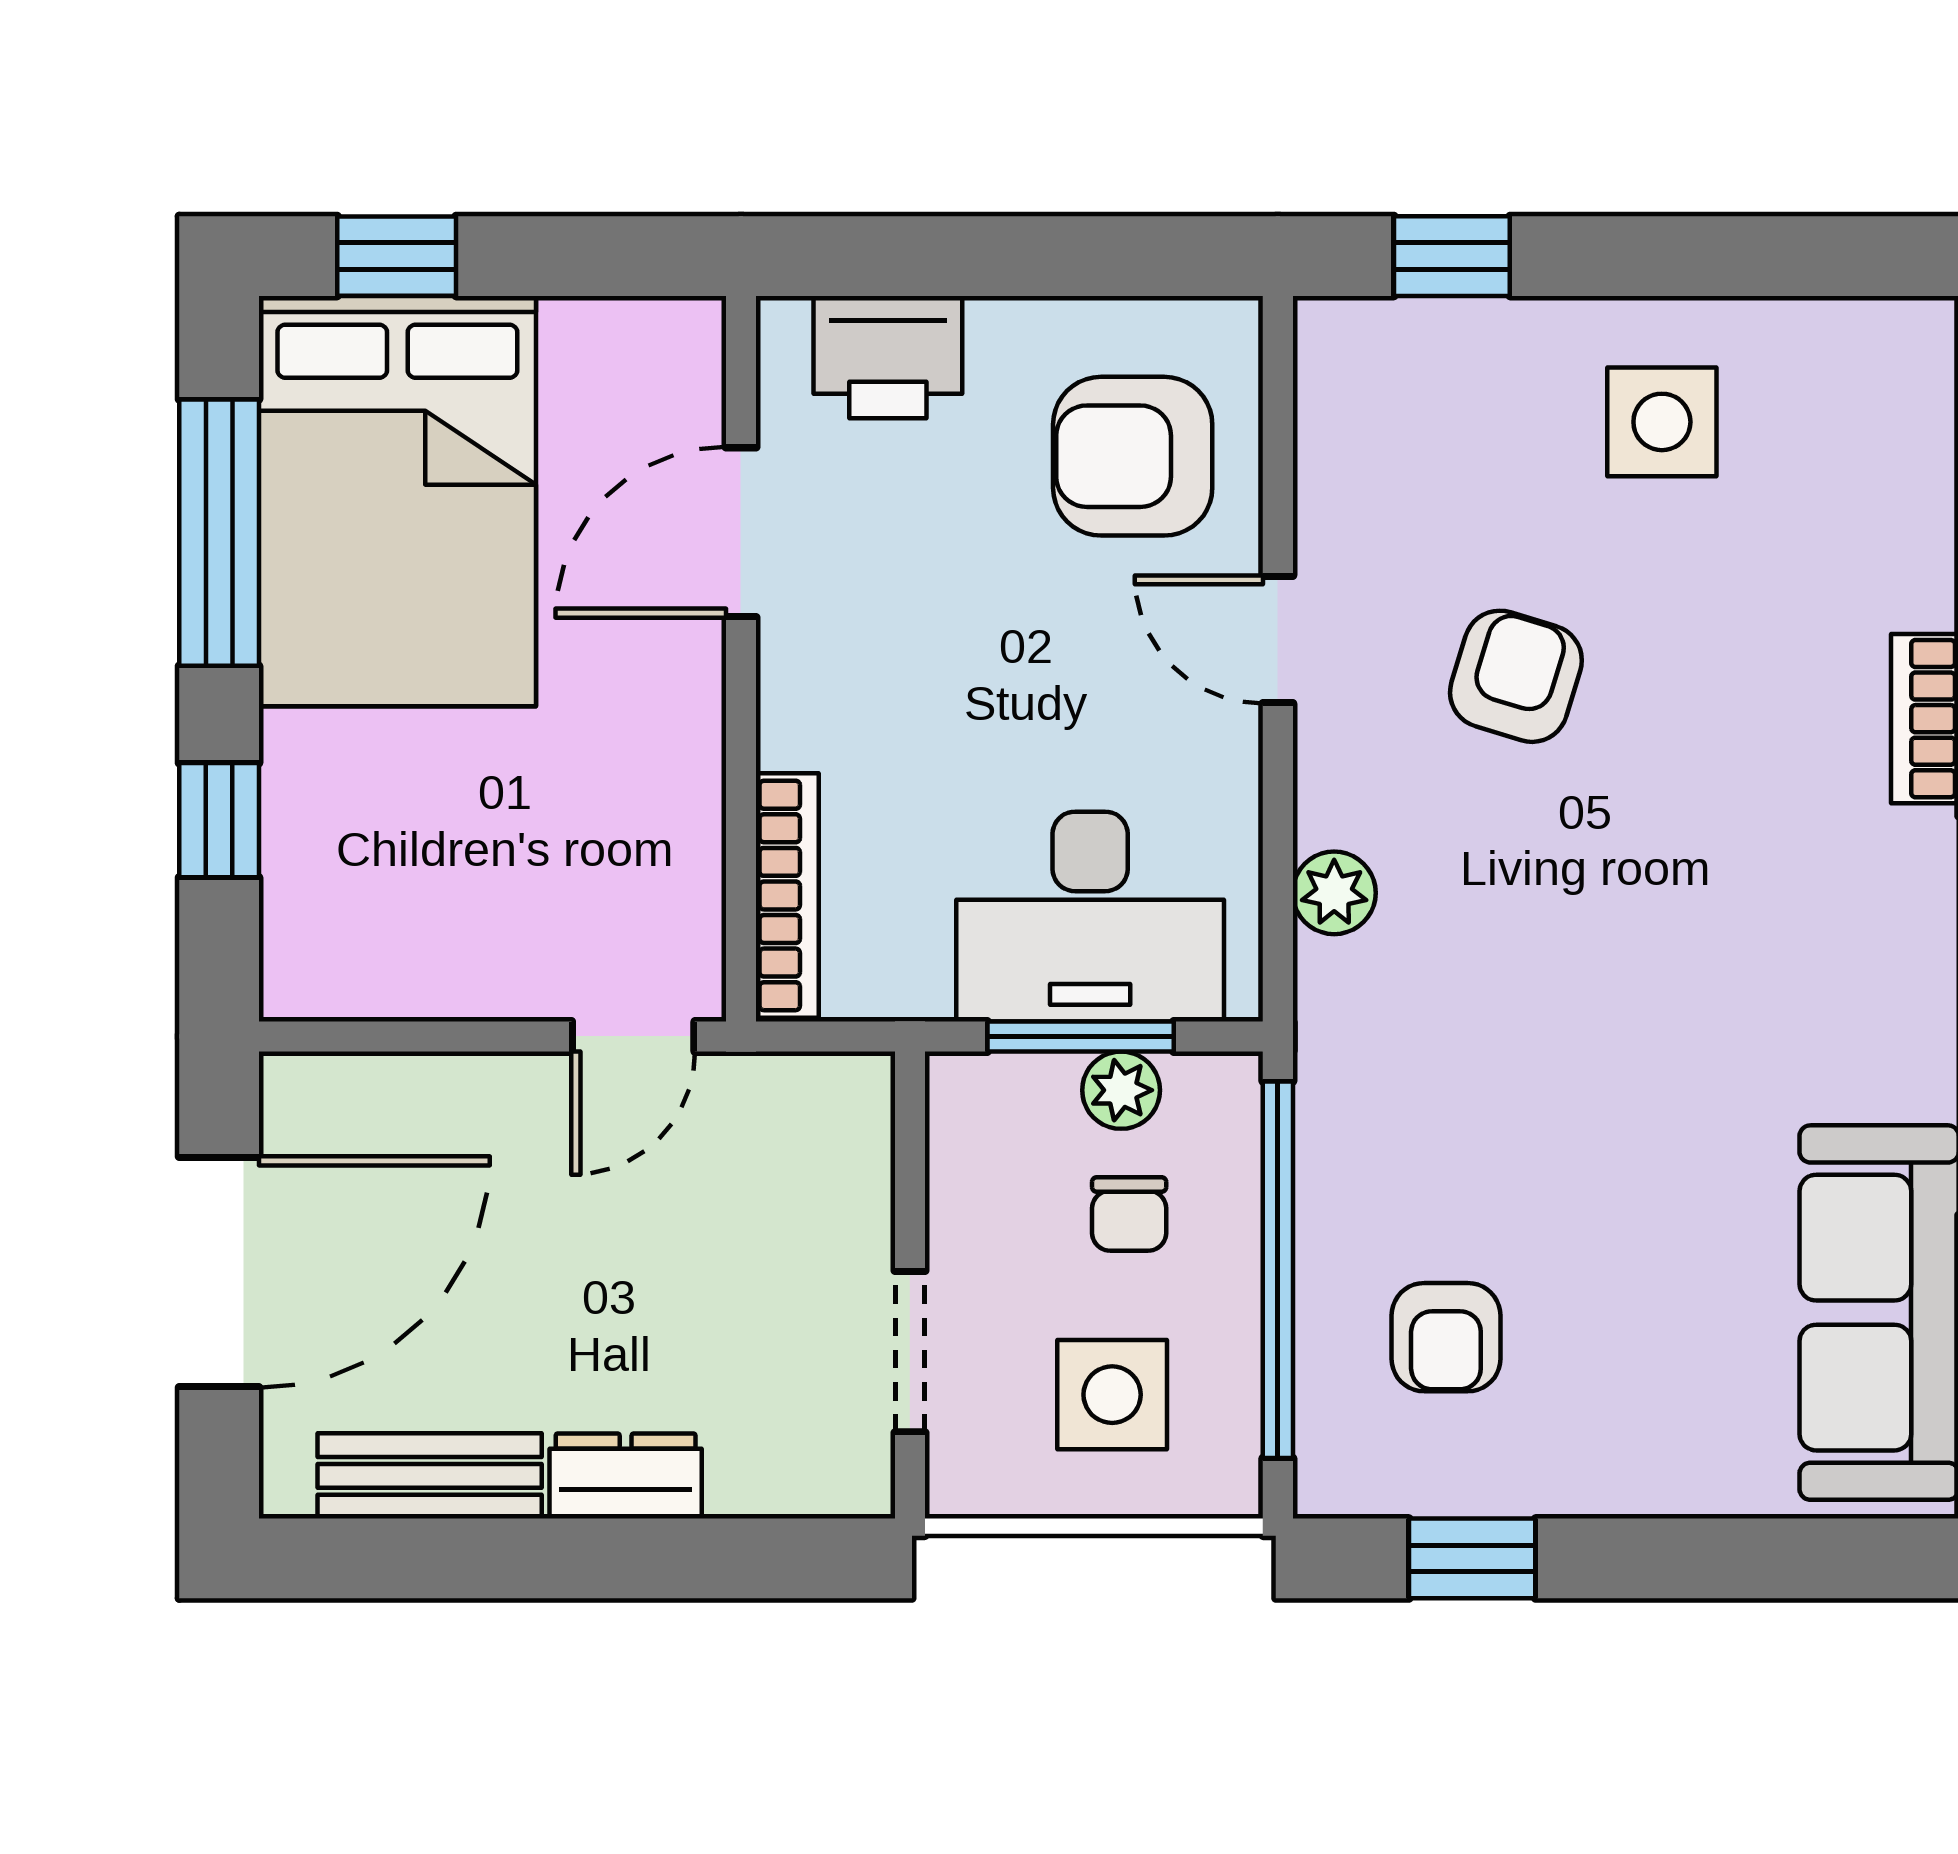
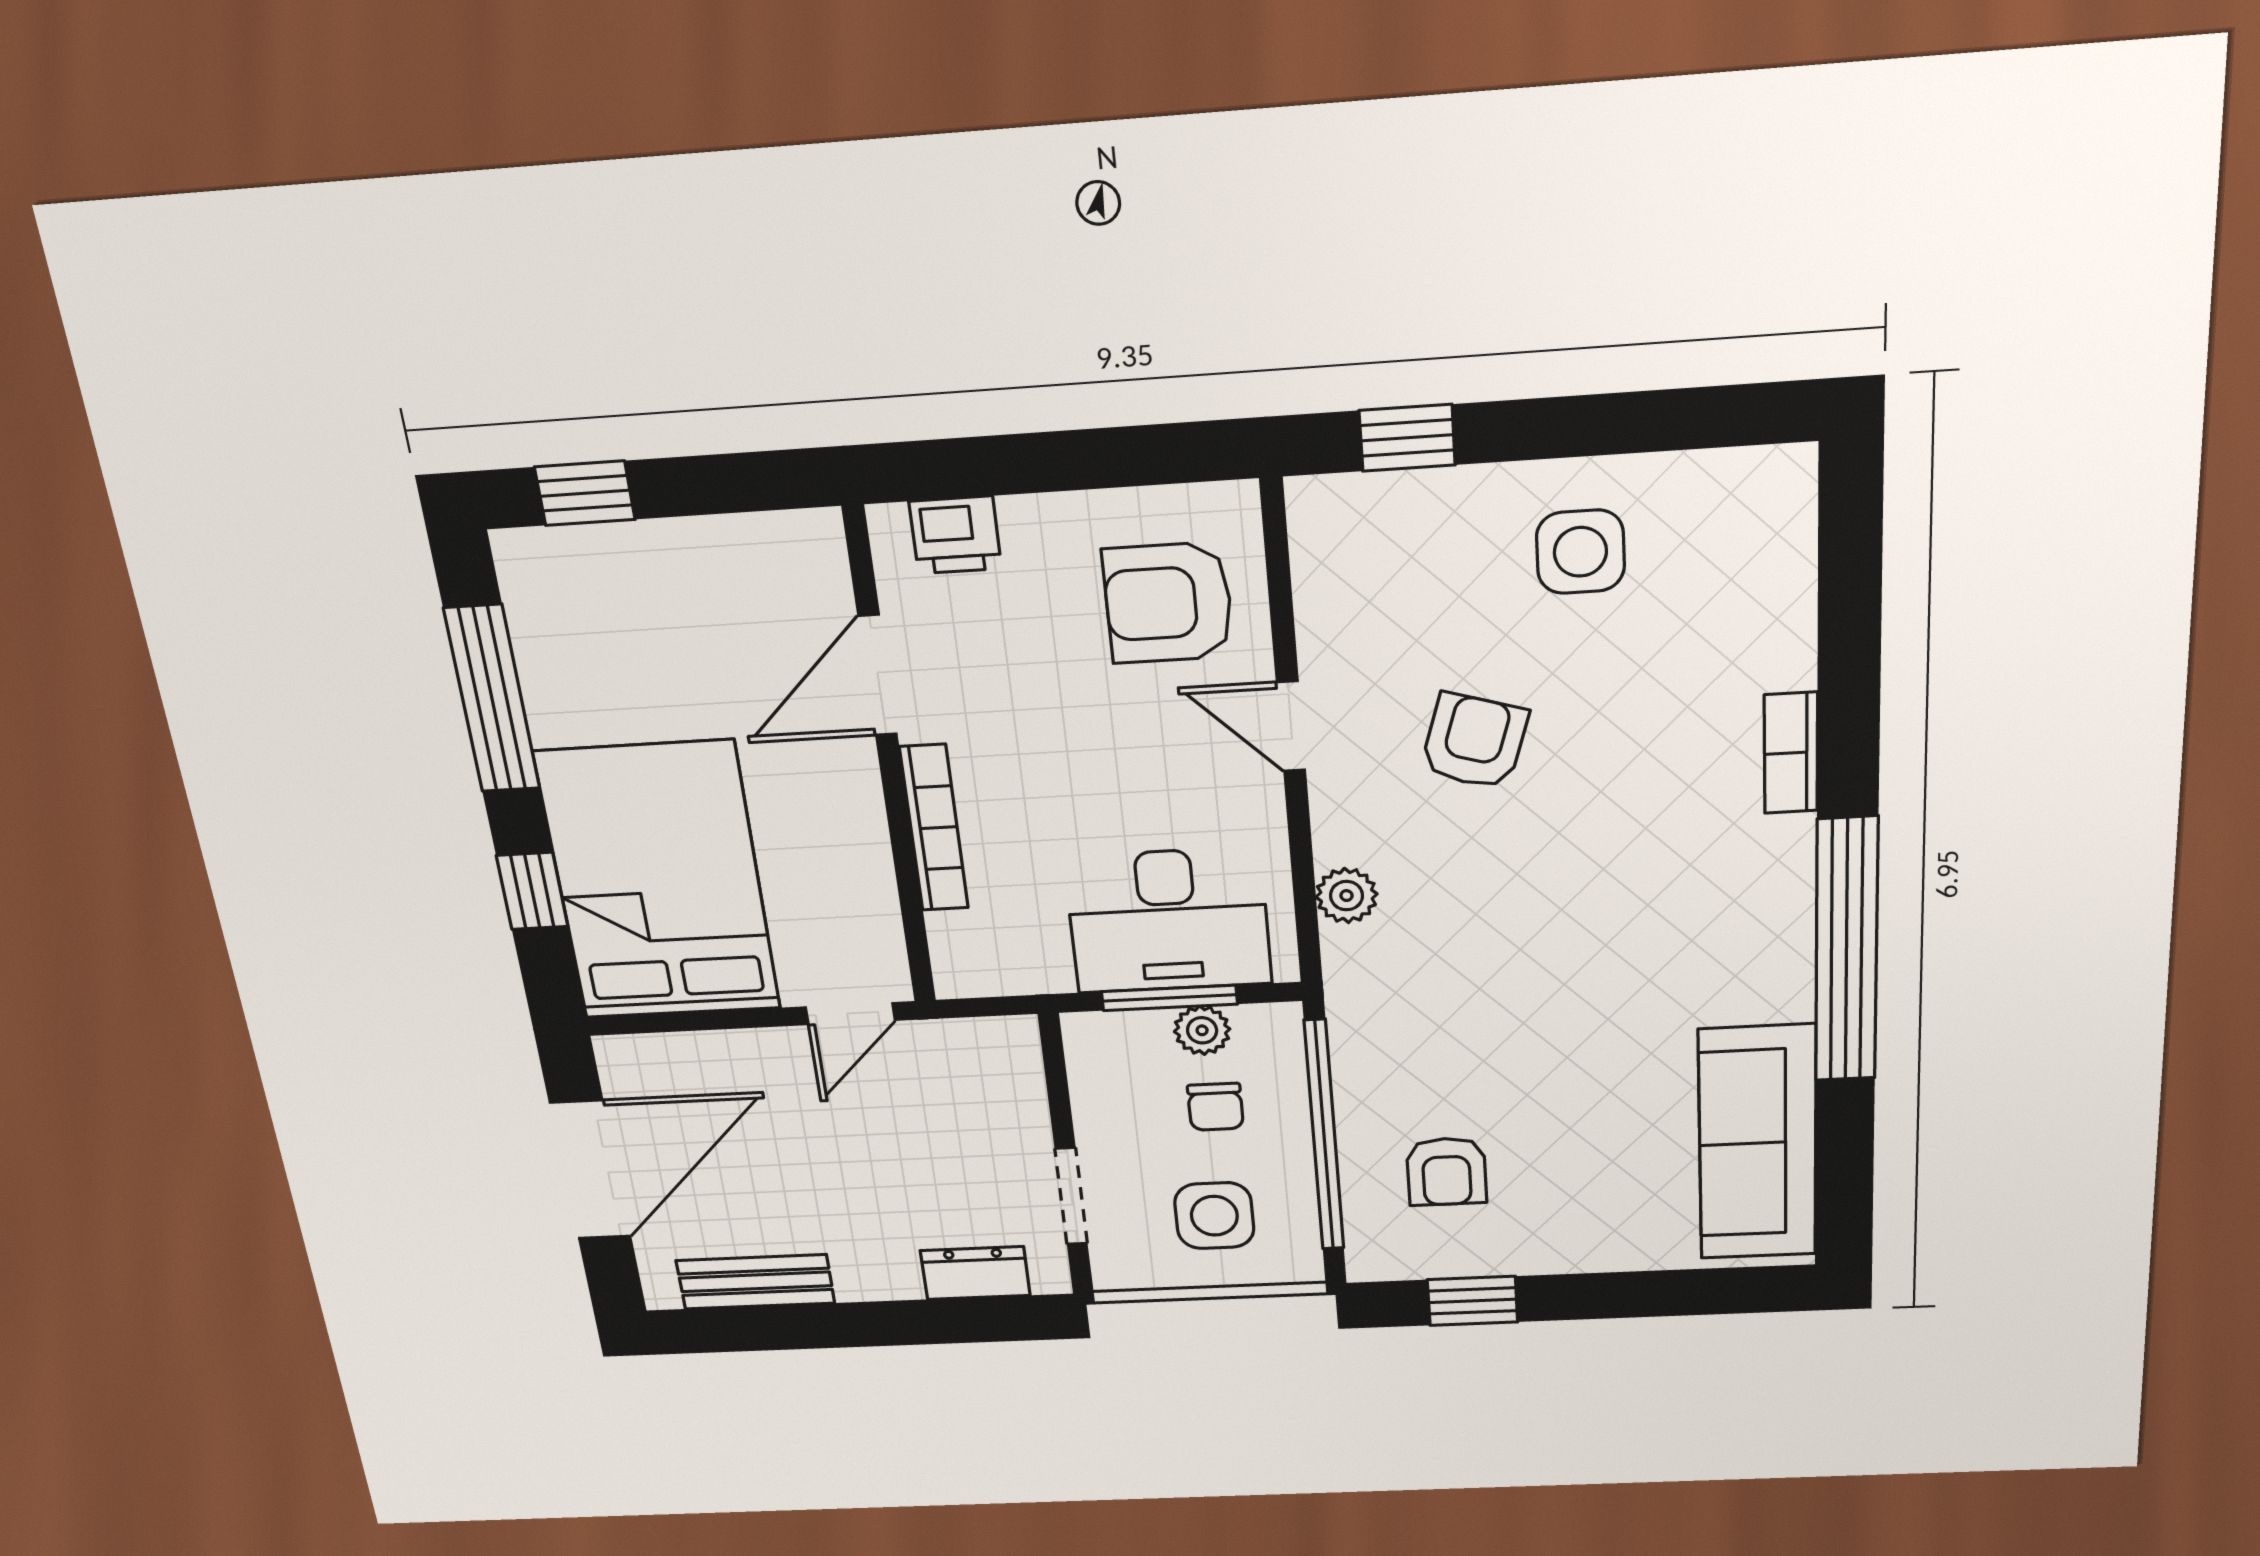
printer: (888, 357) -> (955, 535), width x0.73, depth x0.81
bed: (397, 501) -> (658, 882), moved, turned 180
bookcase: (787, 895) -> (934, 828), moved
dresser: (626, 1476) -> (975, 1273), moved

